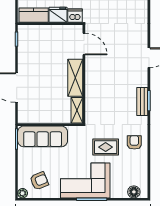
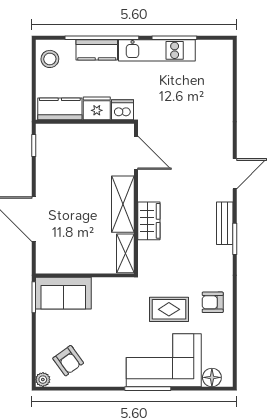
wardrobe: (92, 89) -> (149, 221), added
bench: (142, 101) -> (225, 223), moved
sofa: (43, 136) -> (63, 293), width x0.73
armchair: (134, 142) -> (213, 302), turned -90
corner sofa: (85, 180) -> (164, 360), moved
armchair: (39, 181) -> (68, 361), turned 76

